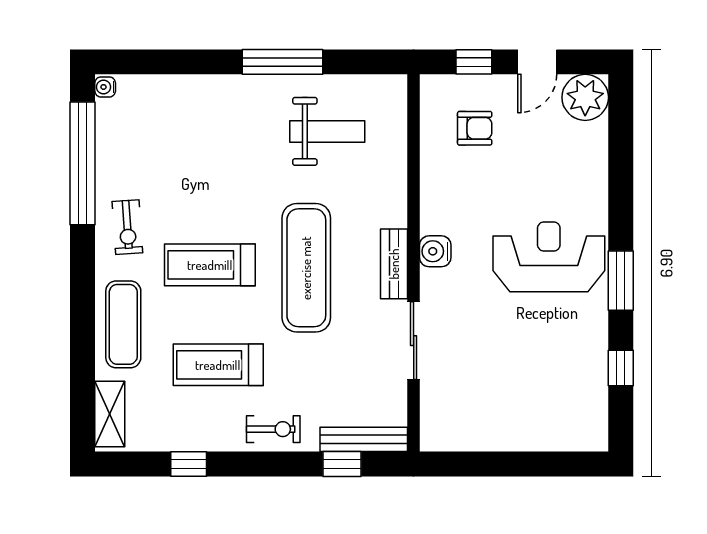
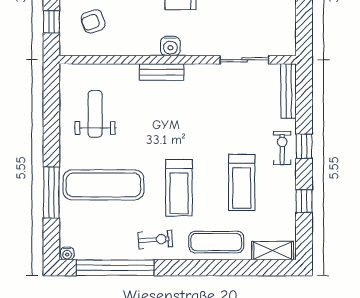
window: (282, 62) -> (51, 193), moved
armchair: (475, 128) -> (93, 21), turned -110
bench: (394, 264) -> (162, 72), moved
exercise mat: (306, 268) -> (103, 185), moved
sliding door: (414, 341) -> (244, 60), moved
window: (342, 464) -> (304, 146), moved

